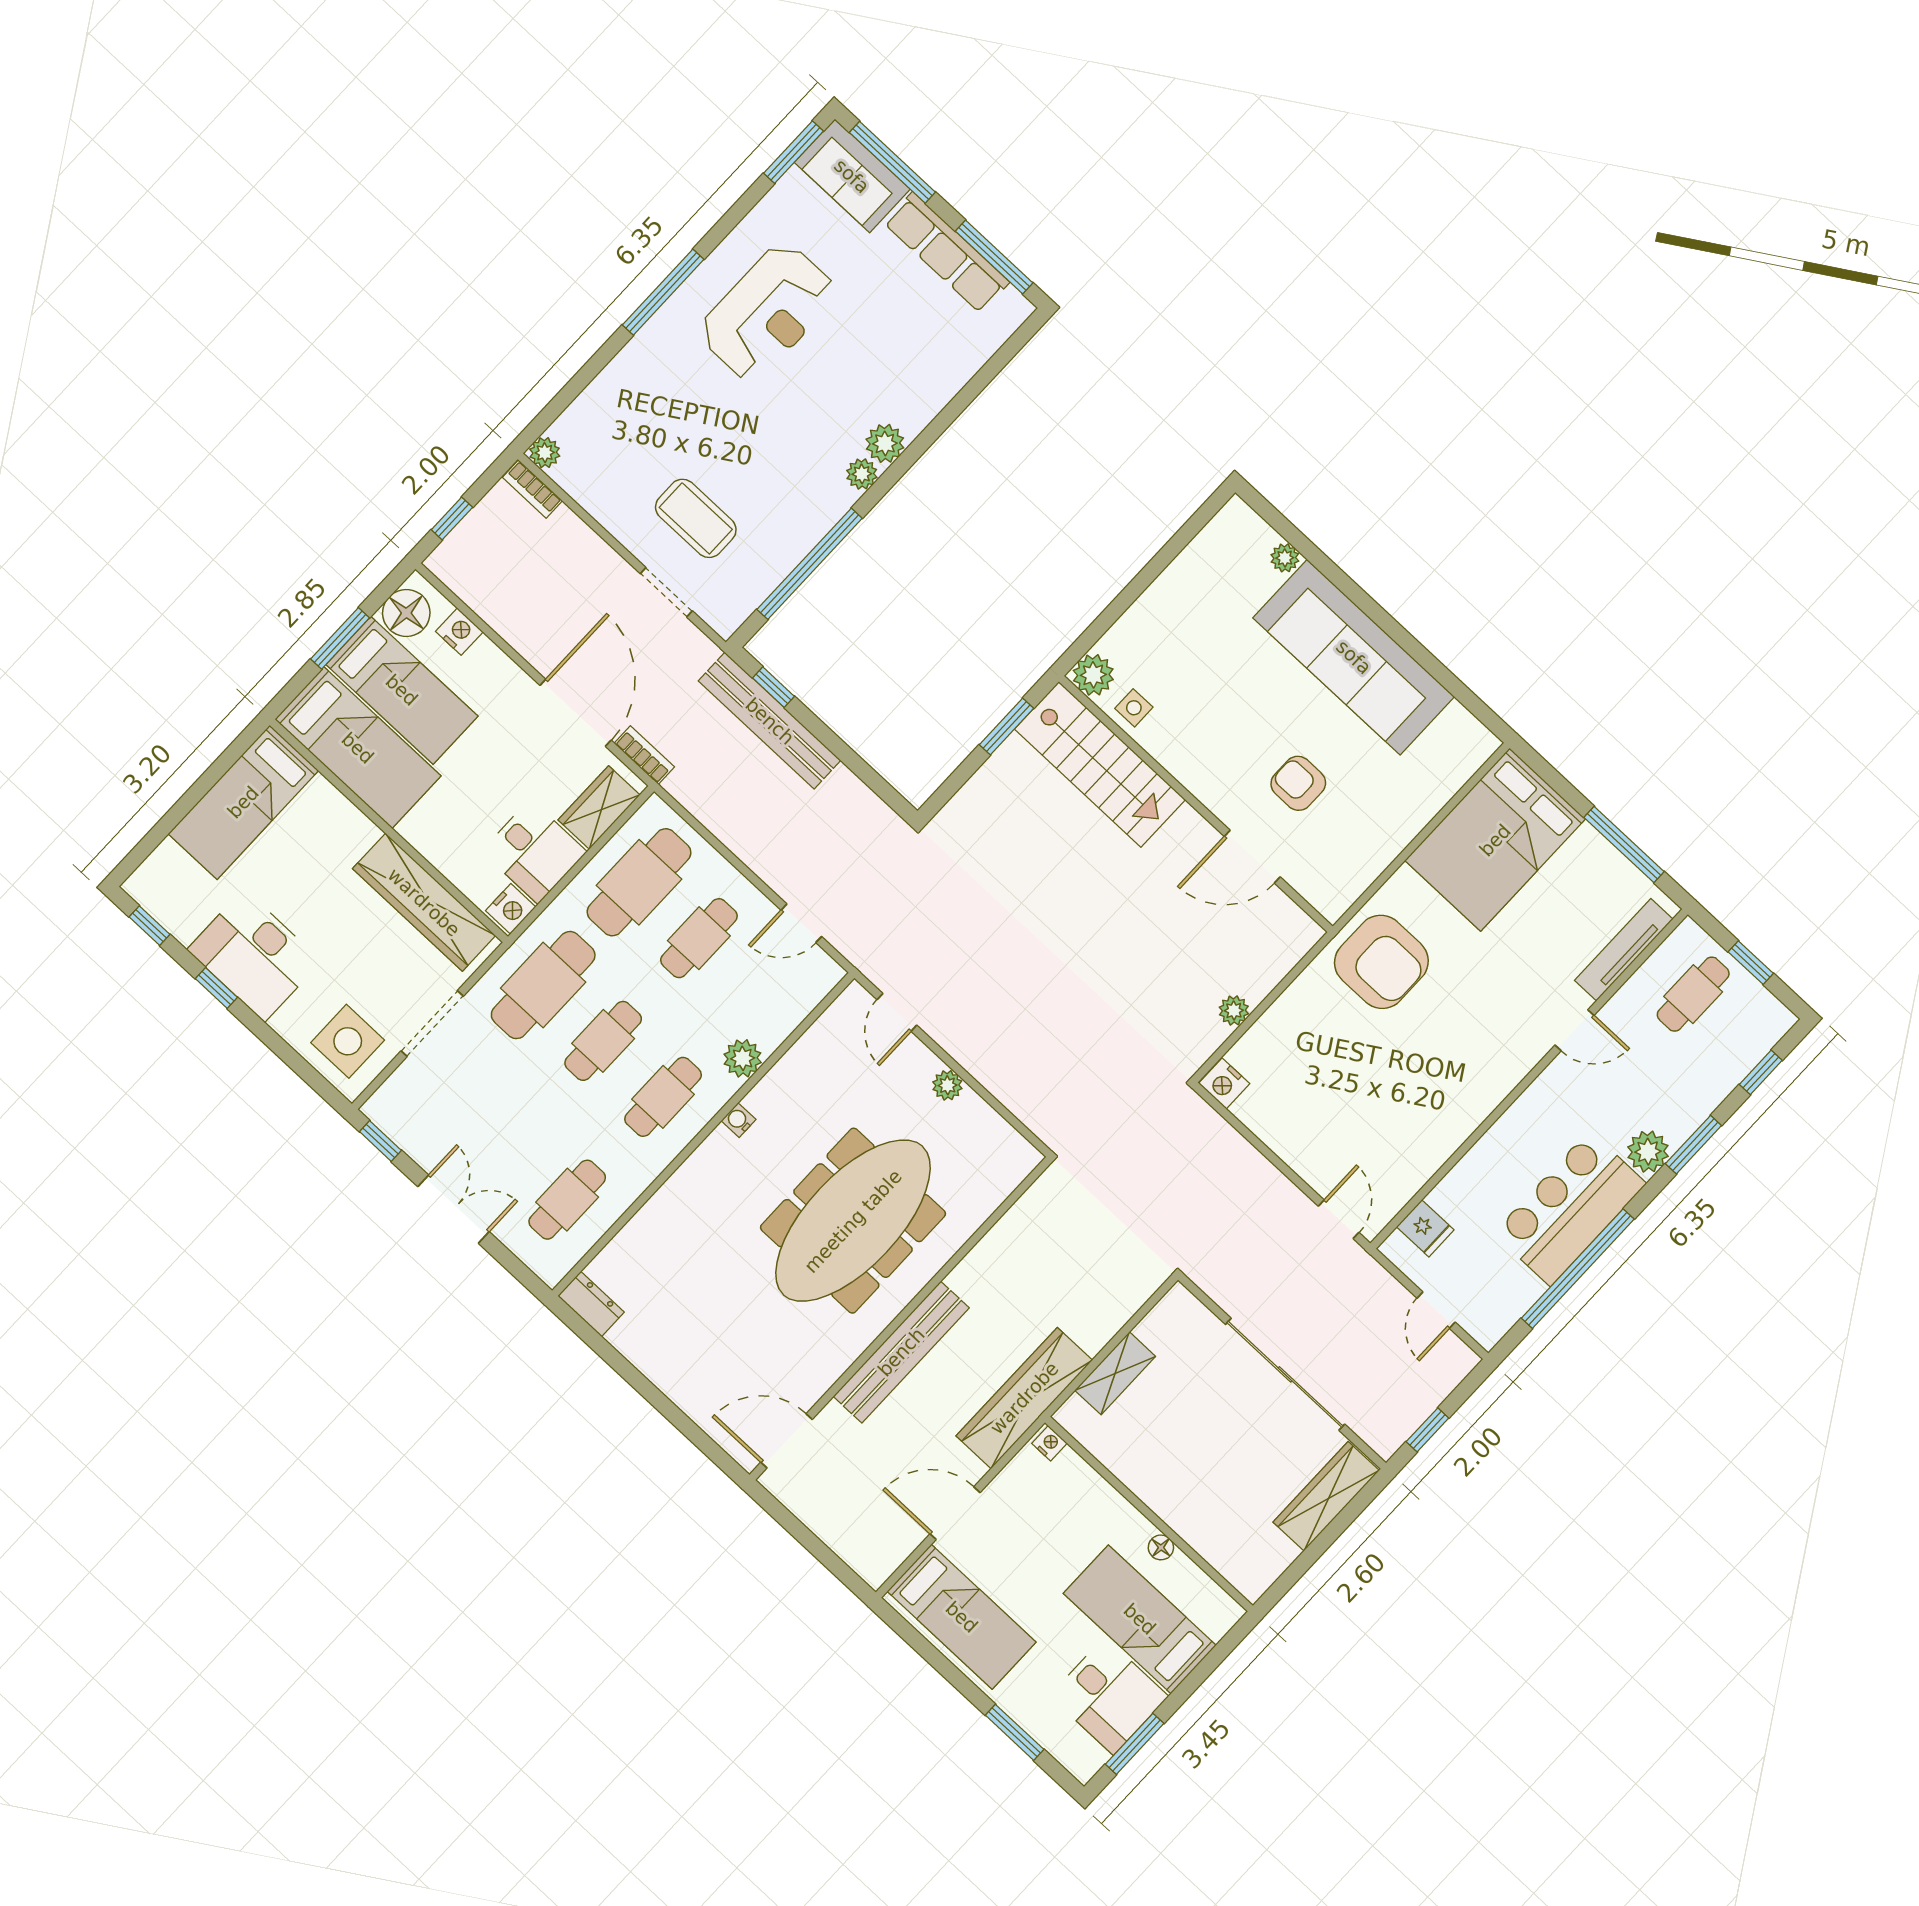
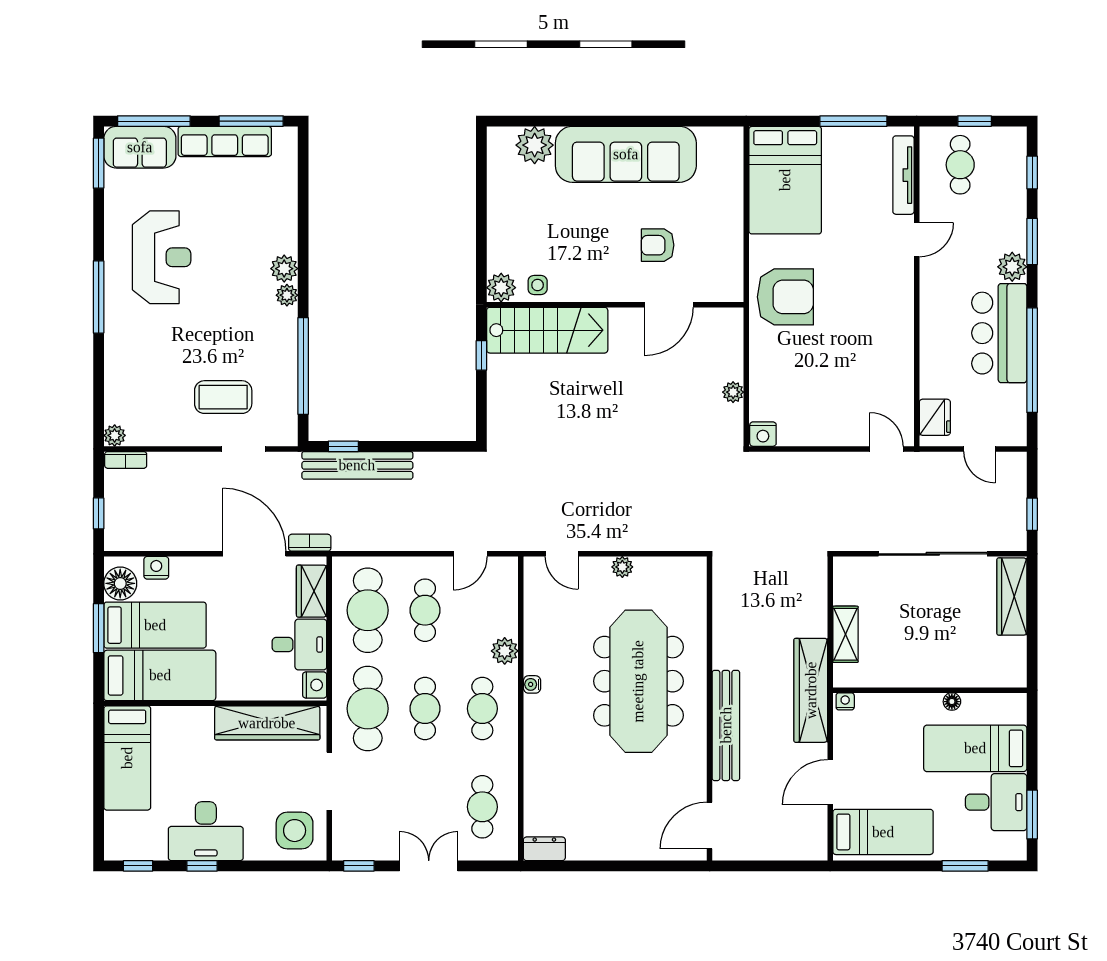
plant: (1285, 558) -> (535, 145), width x1.88, depth x1.88
window: (1007, 727) -> (481, 355), width x0.67
fridge: (1425, 1228) -> (935, 417), width x1.38

